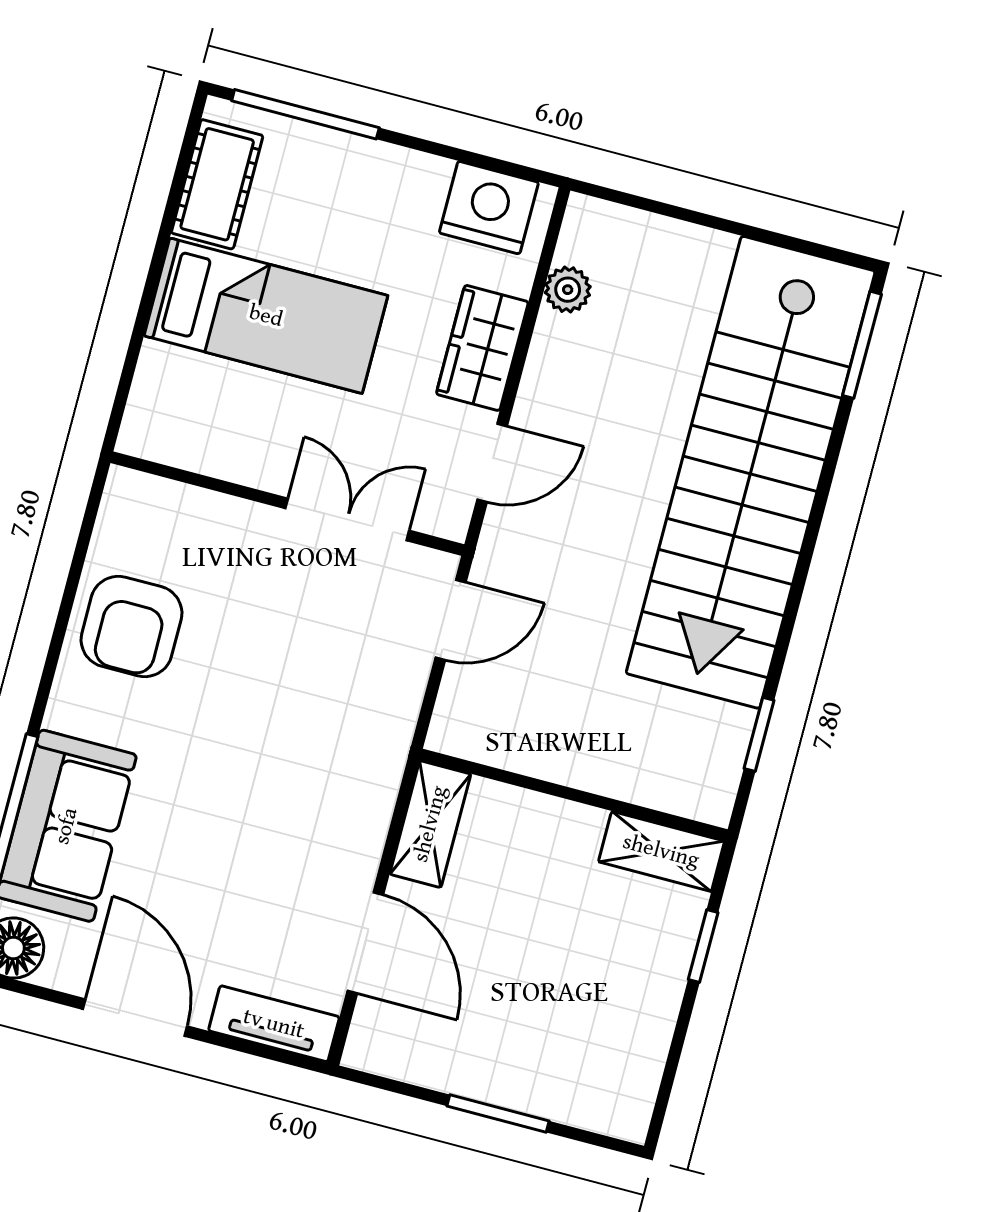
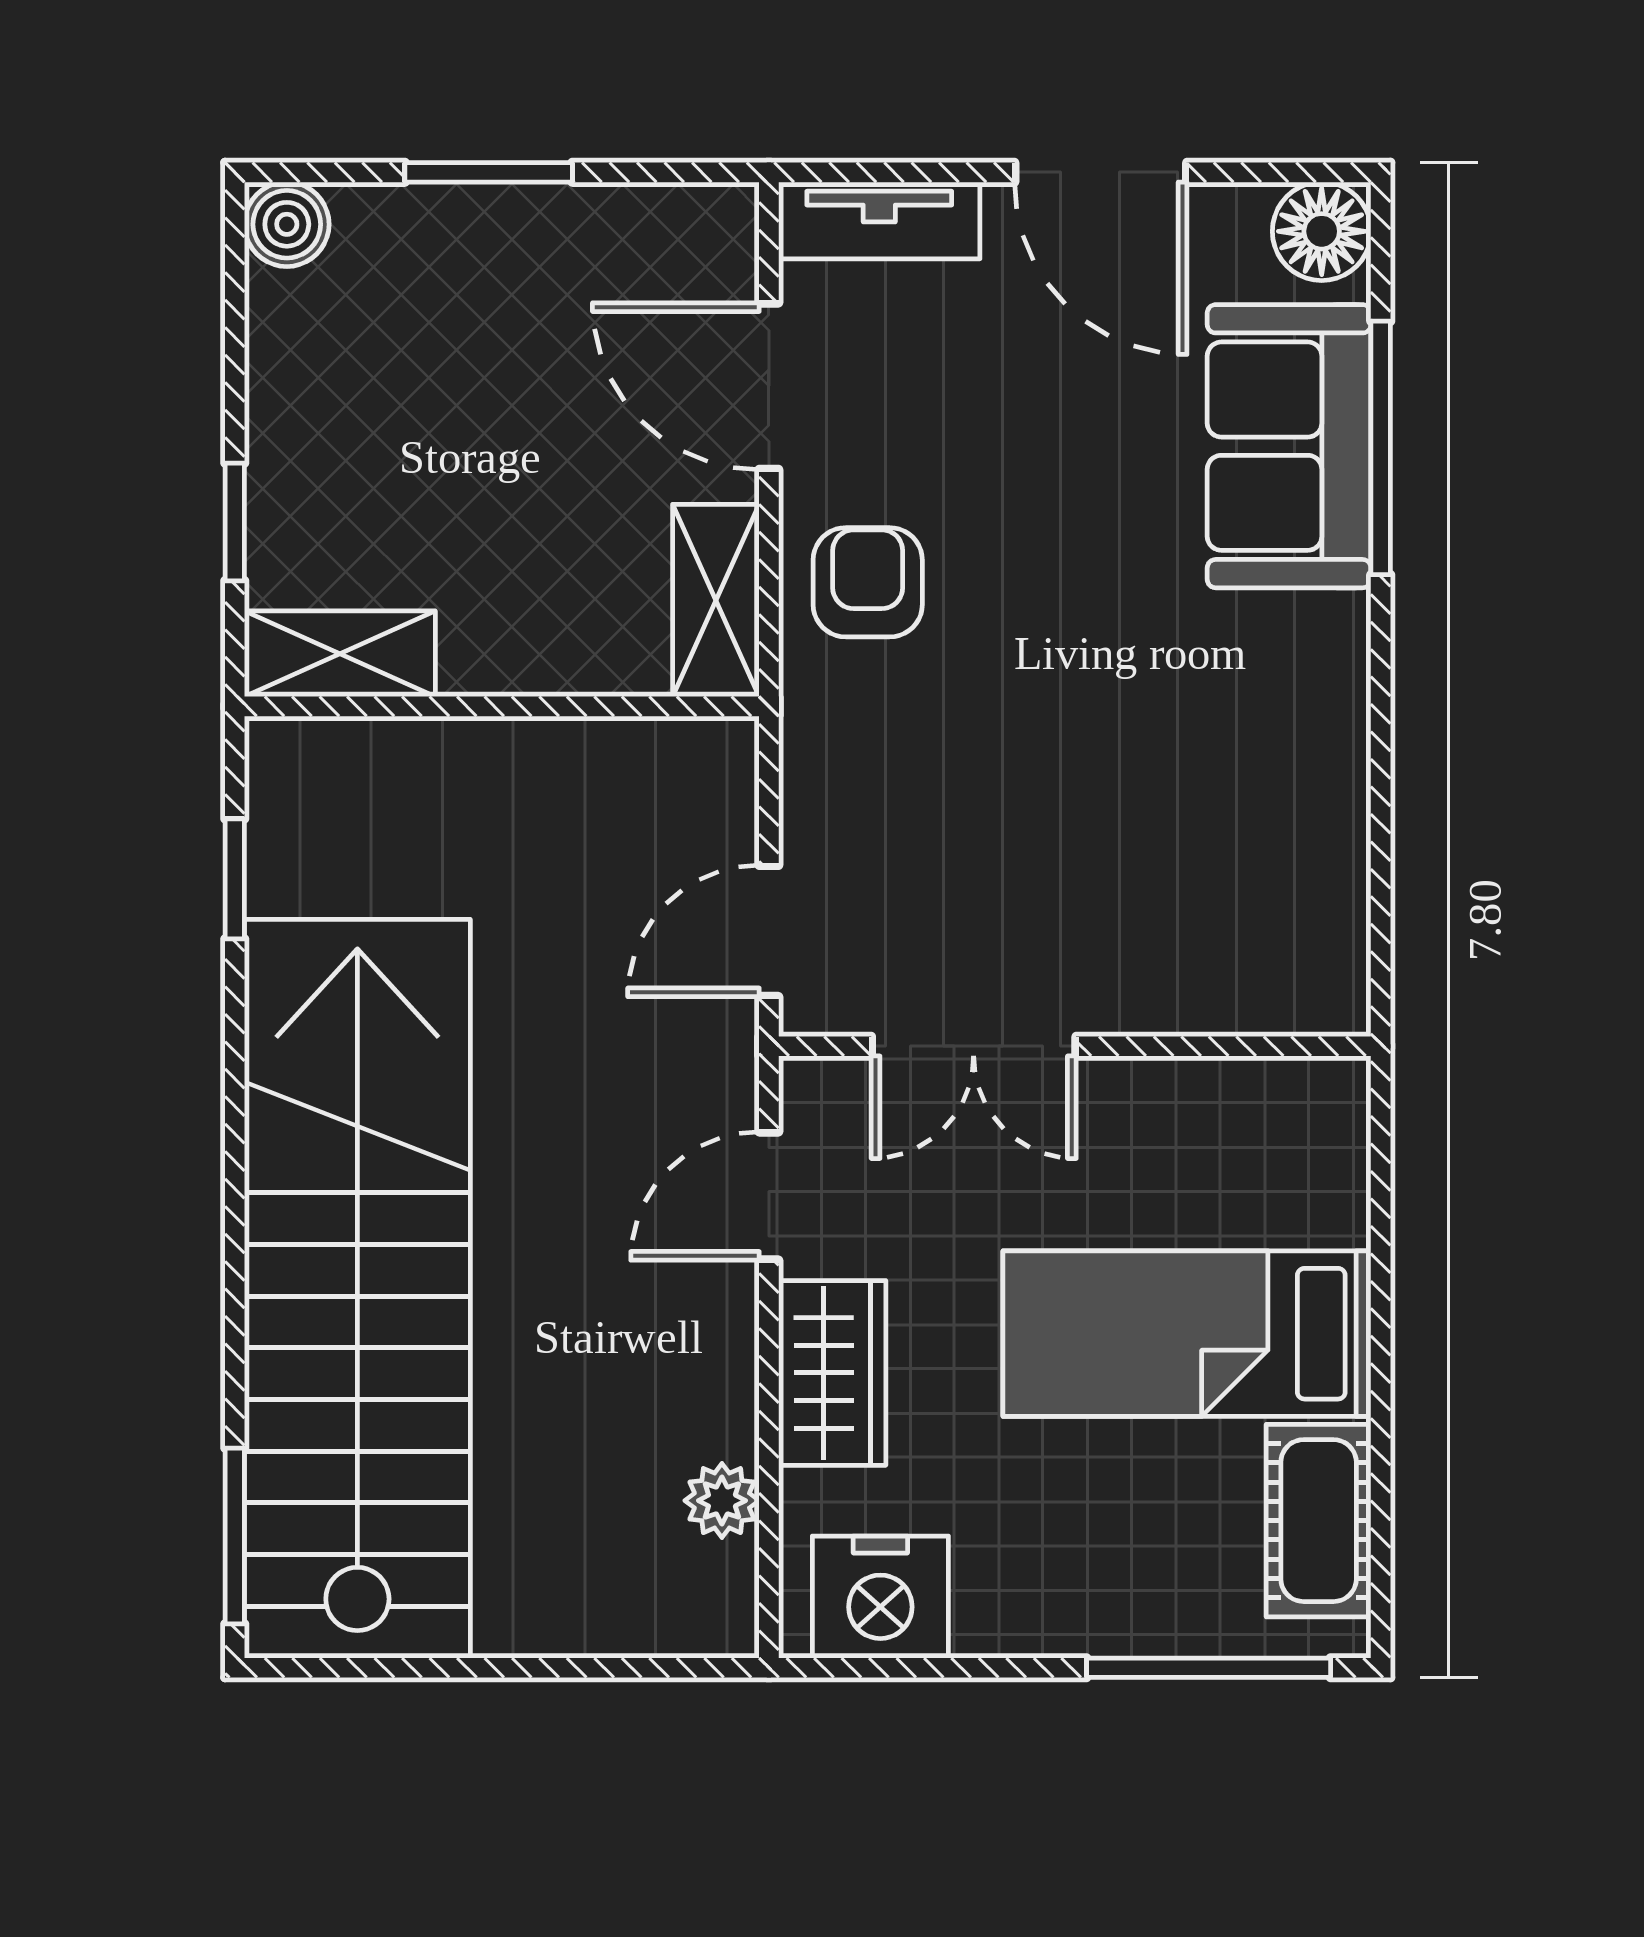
armchair: (131, 626) -> (868, 582), moved, width x0.72, depth x0.72
boiler: (626, 1114) -> (287, 224), added

